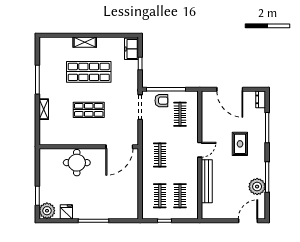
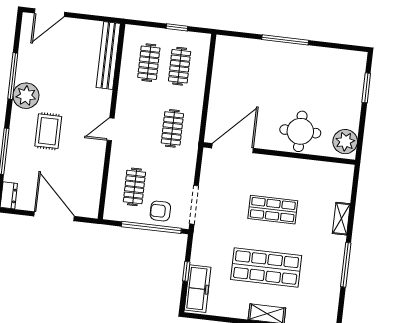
freezer: (131, 49) -> (198, 289), width x1.40
bench: (207, 181) -> (108, 56), moved
plant: (257, 187) -> (26, 96), moved
plant: (47, 211) -> (345, 142), moved
fridge: (66, 212) -> (325, 58), removed

